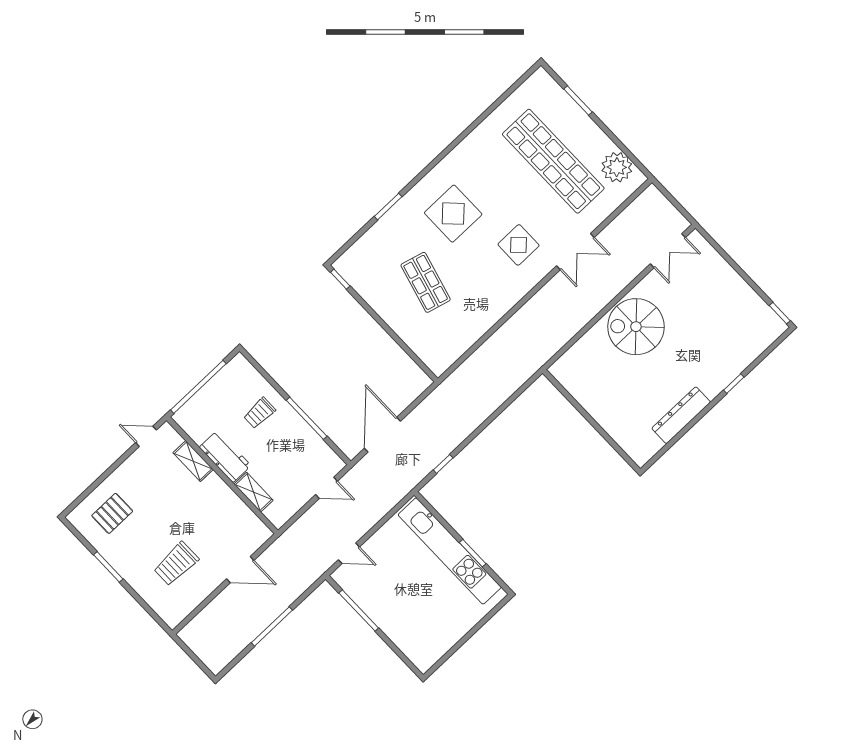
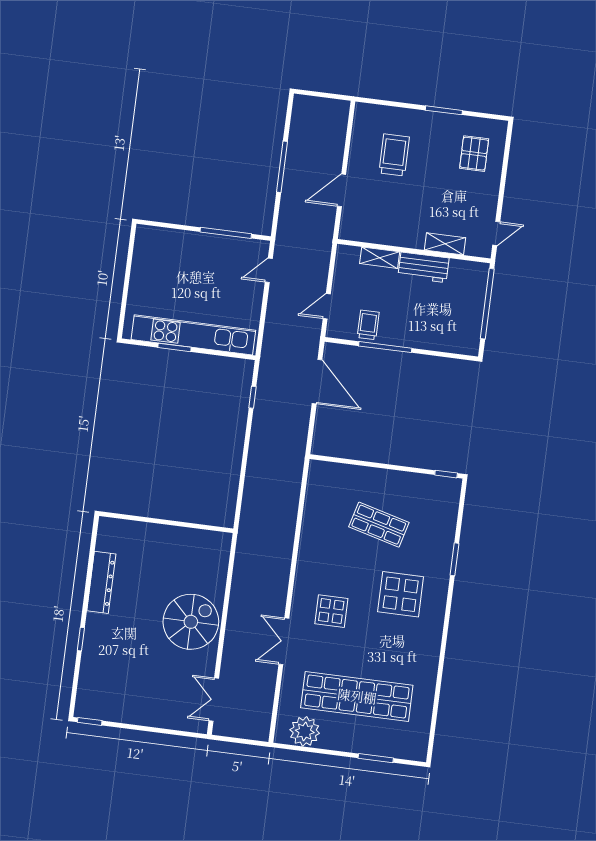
trolley: (259, 413) -> (368, 325), moved

